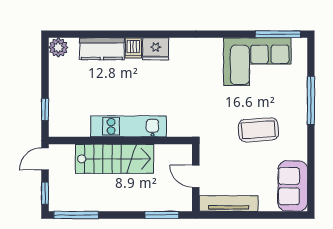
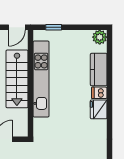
kitchen unit: (128, 126) -> (41, 79), width x1.36
door: (45, 159) -> (17, 27), swing flipped

